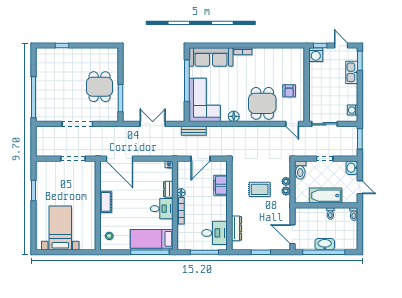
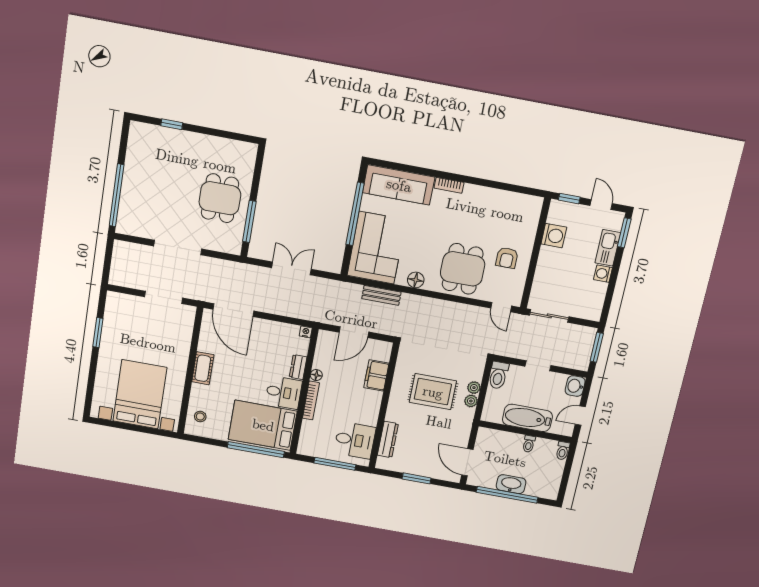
washing machine: (316, 55) -> (554, 236), moved, turned -90
washing machine: (353, 110) -> (603, 274), moved
bench: (194, 131) -> (381, 295), moved
door: (360, 187) -> (580, 416), swing flipped
rug: (260, 189) -> (433, 392), width x1.36, depth x1.43
bed with nightstands: (60, 228) -> (140, 394), width x1.36
bed: (152, 239) -> (263, 425), width x1.50

